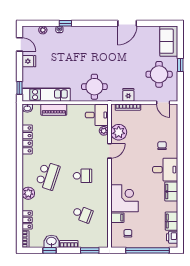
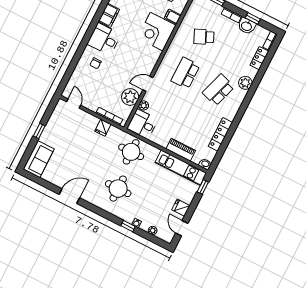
round table: (159, 74) -> (118, 189), moved
school desk: (83, 176) -> (185, 73), width x1.85
school desk: (83, 214) -> (204, 37), turned -45

